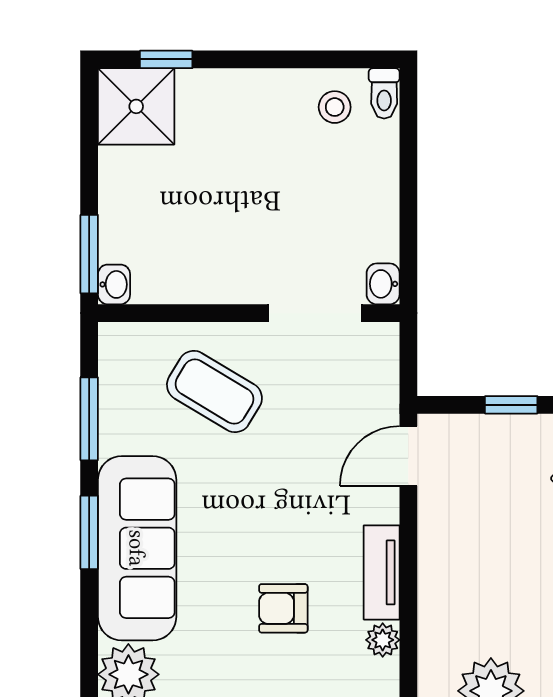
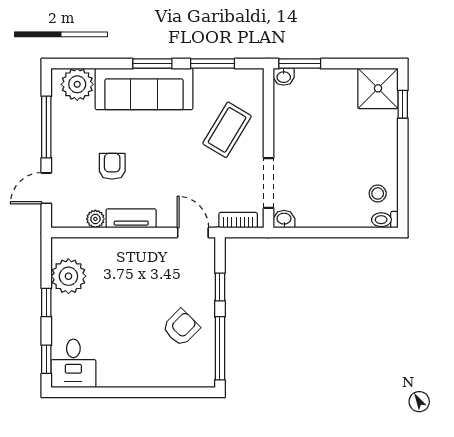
bookcase: (385, 371) -> (238, 220), added

